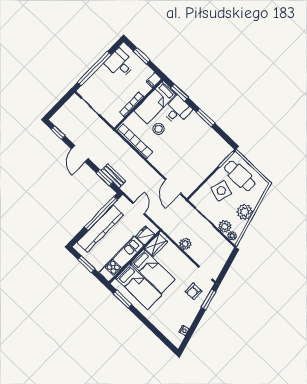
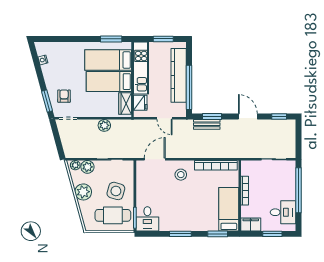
filing cabinet: (154, 80) -> (251, 224), width x2.00
desk: (177, 110) -> (147, 219), moved
stool: (159, 129) -> (181, 175), moved
door: (173, 187) -> (155, 159), hinge flipped

